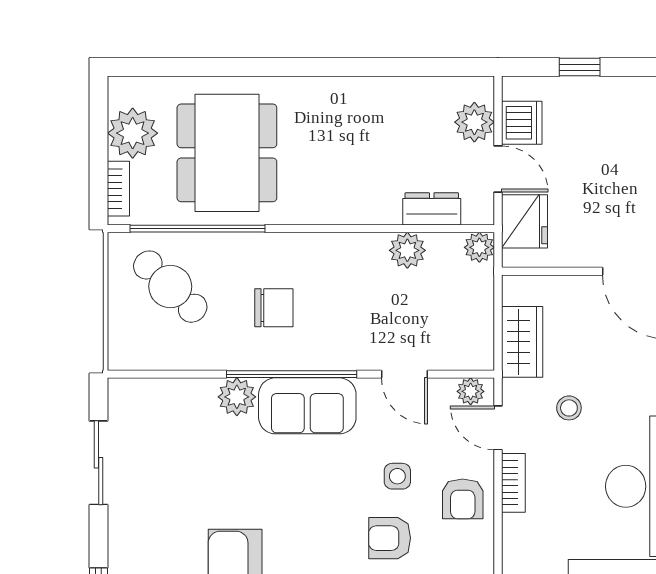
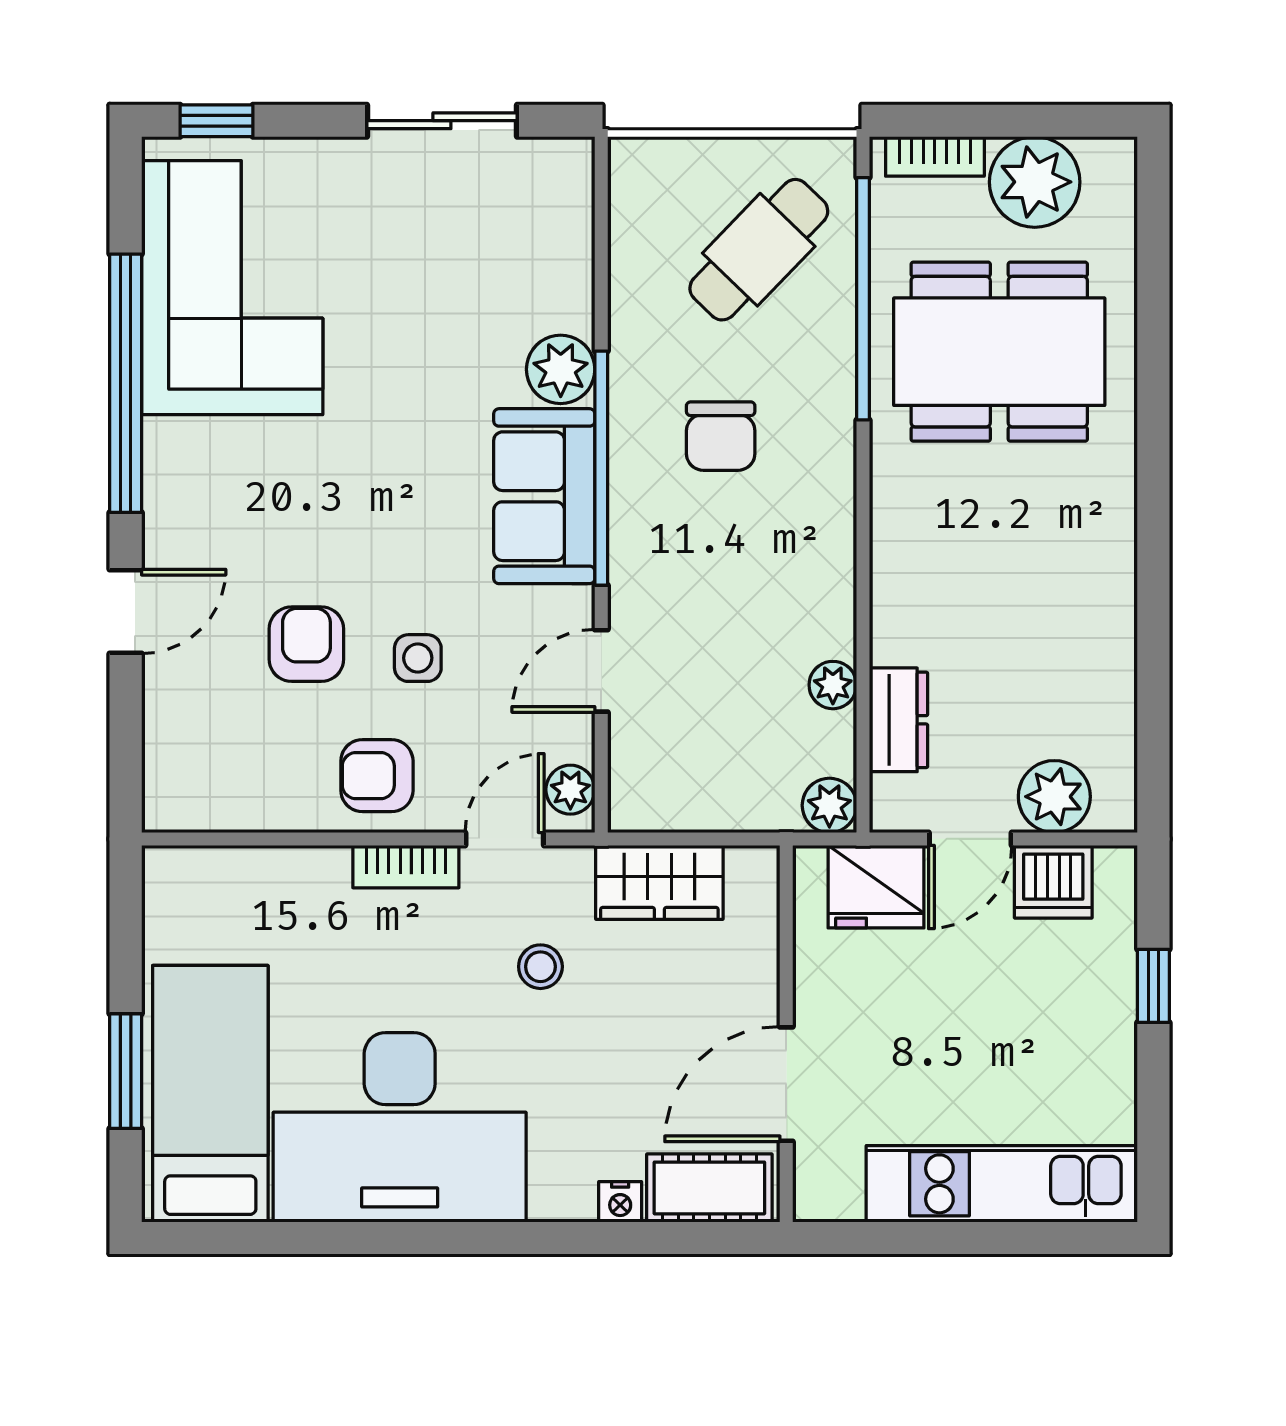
plant: (407, 250) -> (833, 685), width x0.73, depth x0.73

